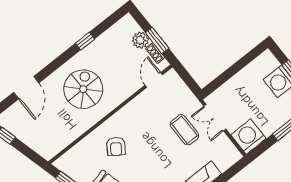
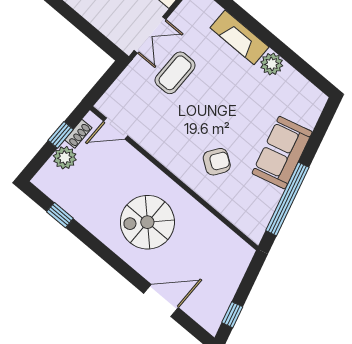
window: (157, 40) -> (61, 135), width x0.67
window: (85, 41) -> (60, 215), moved

